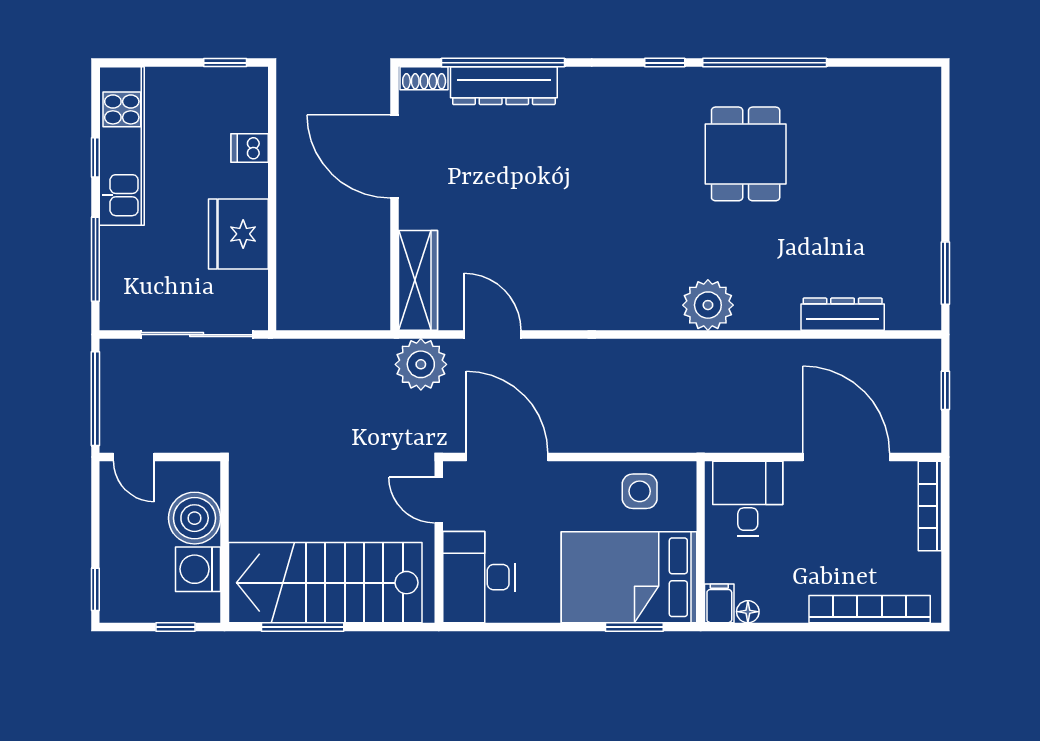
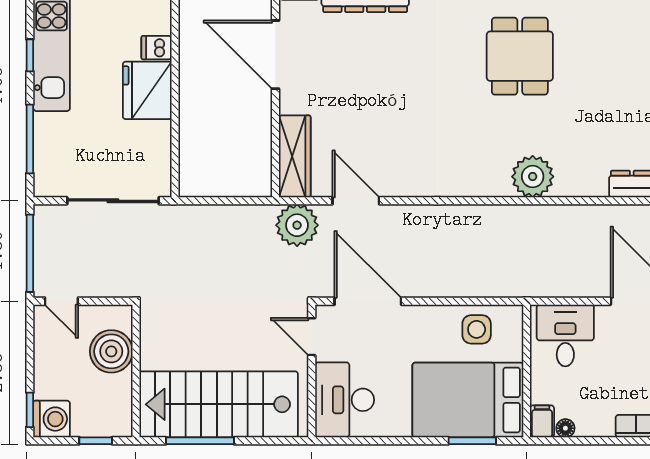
dining table: (746, 154) -> (520, 56), moved
fridge: (238, 234) -> (147, 90), moved
washing machine: (198, 569) -> (52, 419), moved, turned 180

